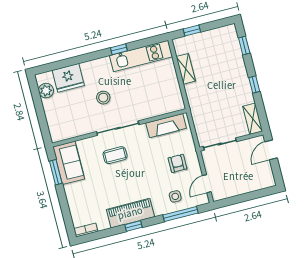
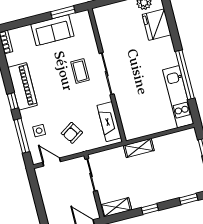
window: (119, 49) -> (185, 75), width x3.17
shelving: (186, 69) -> (139, 148), moved
stool: (103, 98) -> (137, 59), removed
sofa: (69, 163) -> (52, 30), moved
armchair: (177, 163) -> (72, 133), turned 147
window: (134, 226) -> (13, 101), moved

